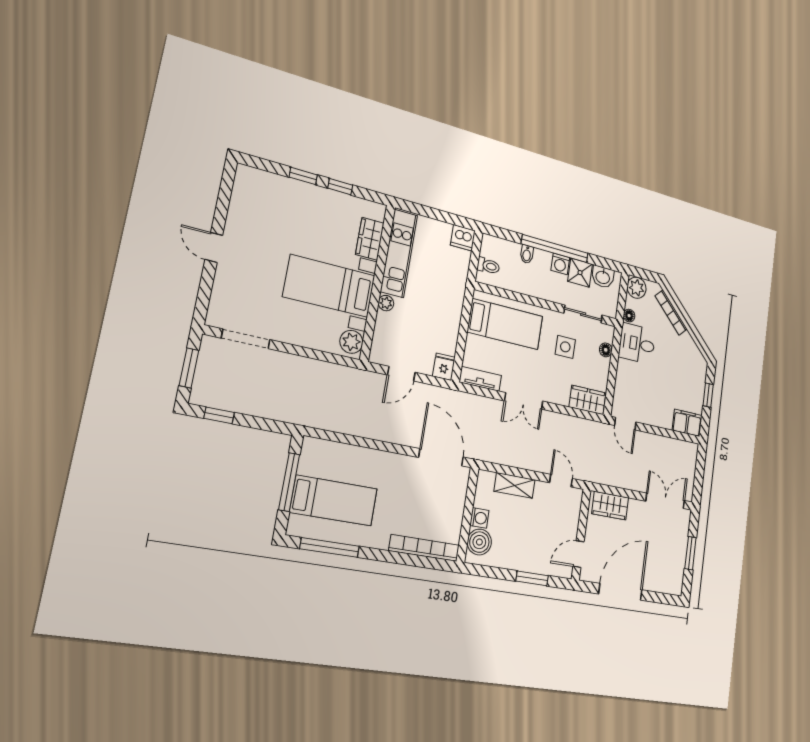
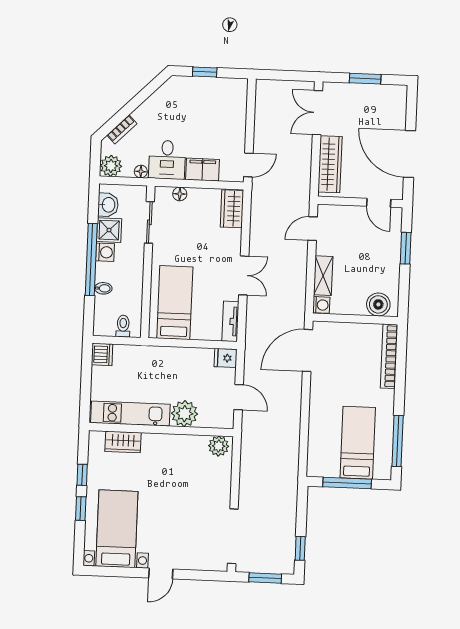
bed with nightstands: (329, 286) -> (117, 529), moved, turned 180
plant: (386, 303) -> (185, 414), width x1.88, depth x1.88
bookcase: (671, 312) -> (122, 129), width x0.64
doorway: (246, 339) -> (233, 536), width x1.36
side table: (565, 347) -> (185, 238), removed
filing cabinet: (687, 423) -> (203, 170), moved, turned 90
wardrobe: (610, 506) -> (330, 164), width x1.50
washing machine: (479, 518) -> (321, 305), moved, turned 90

